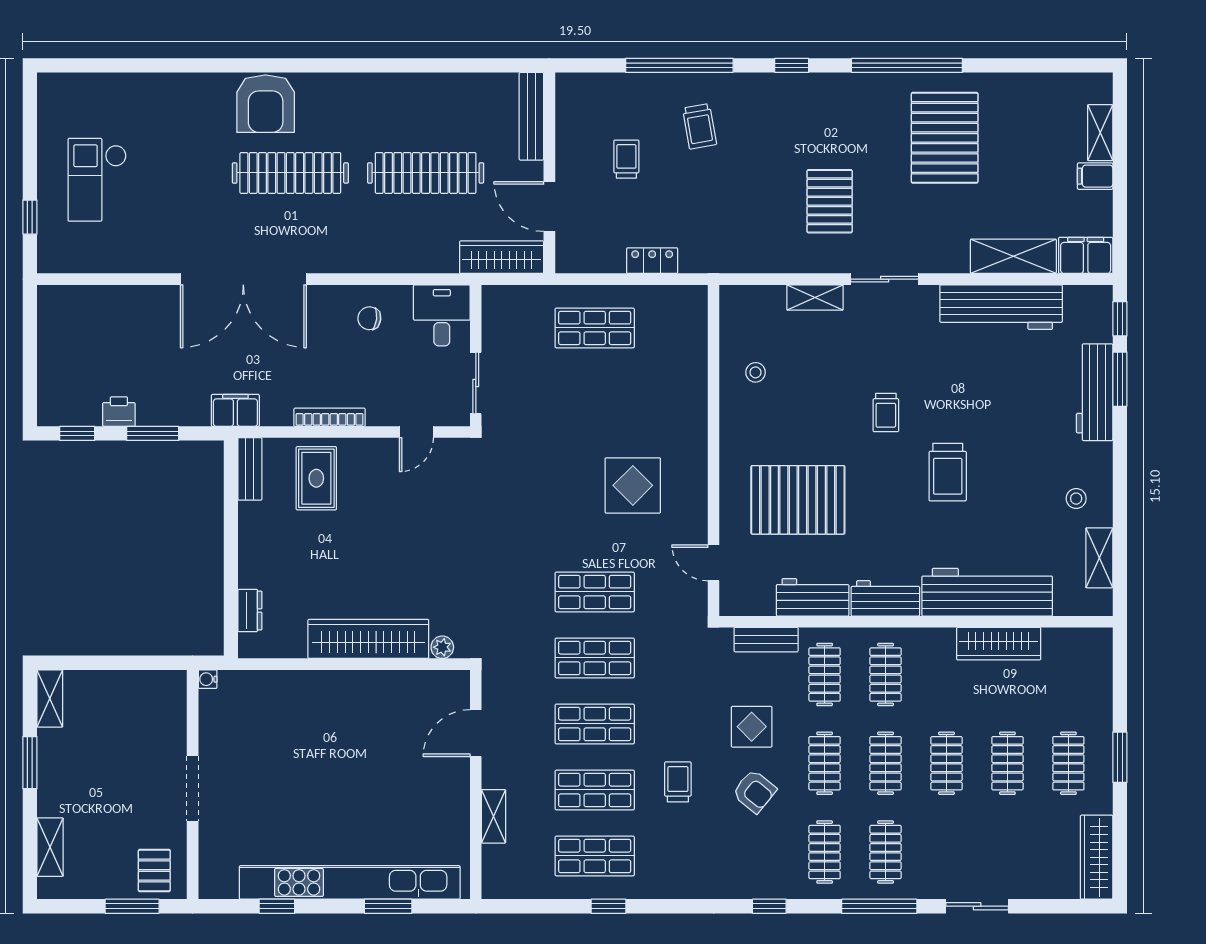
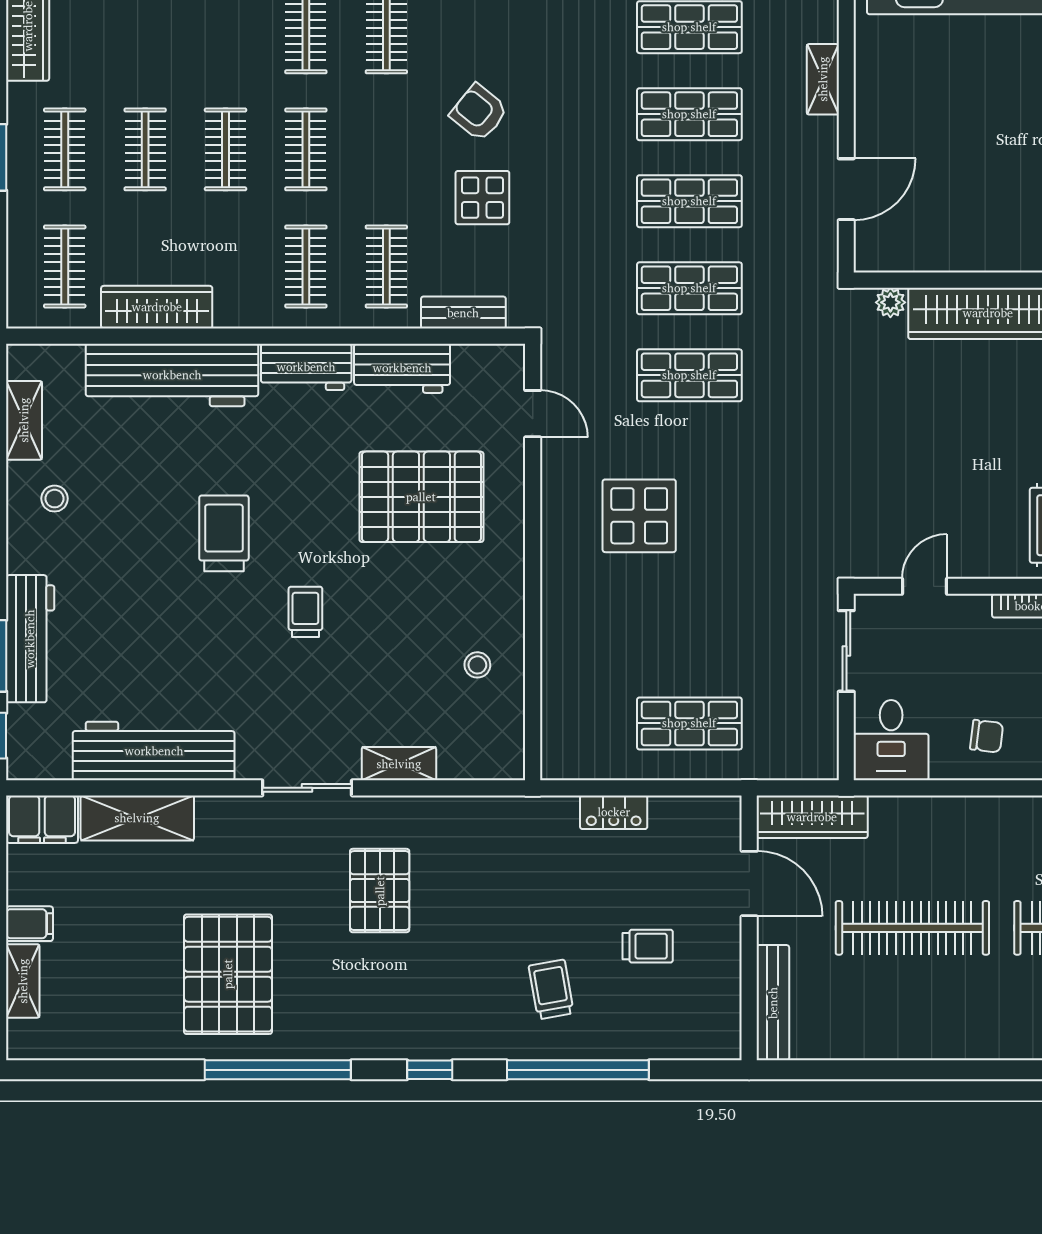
trolley: (626, 159) -> (648, 946), turned -90
clothes rail: (825, 763) -> (65, 267), moved
trolley: (678, 782) -> (580, 125), removed

